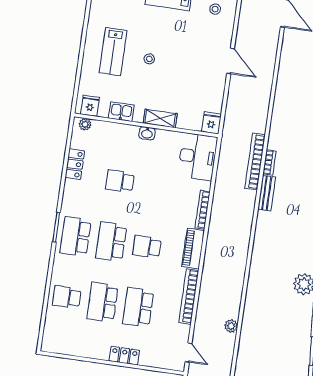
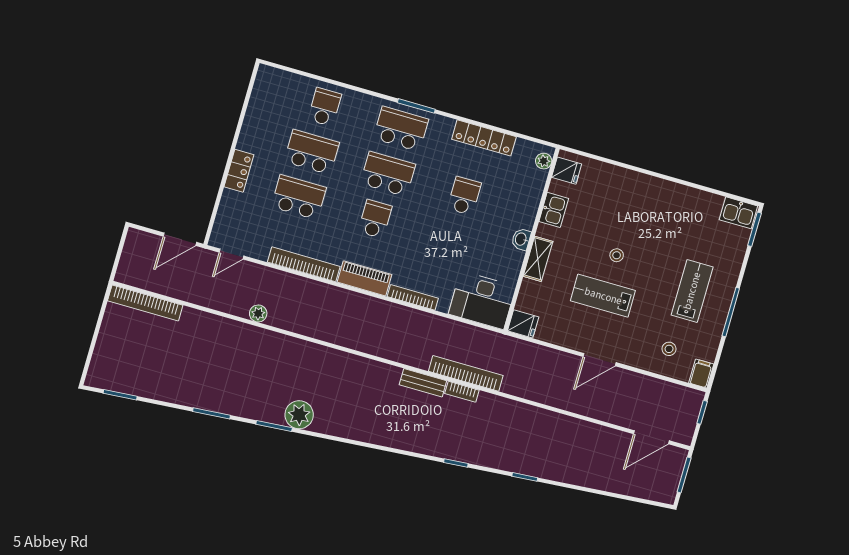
lab bench: (113, 52) -> (603, 296), moved
locker: (75, 164) -> (484, 138), width x1.53

